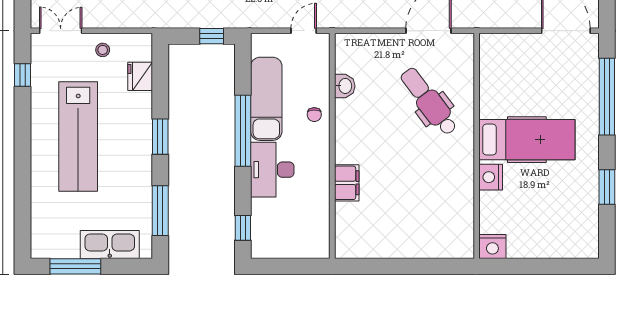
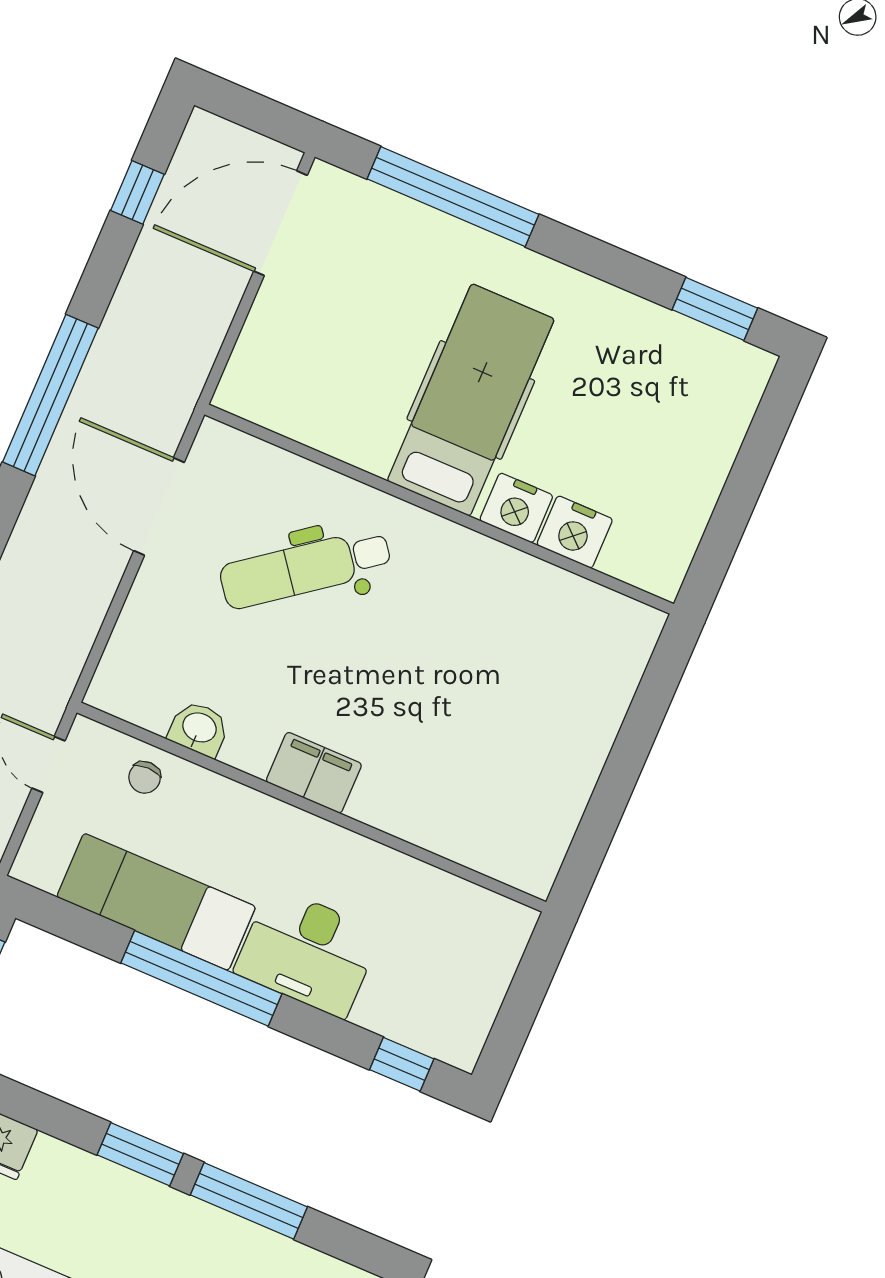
chair: (314, 115) -> (145, 777), moved, turned 90
filing cabinet: (347, 183) -> (314, 773), moved
window: (607, 187) -> (715, 309), moved
window: (160, 211) -> (249, 1201), moved
nightstand: (492, 246) -> (575, 532), moved, turned 90

